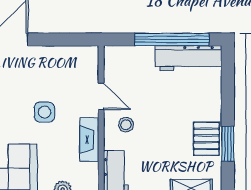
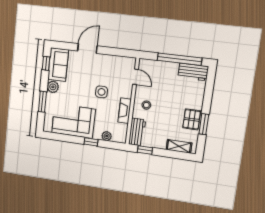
workbench: (188, 58) -> (193, 72), width x0.73
door: (101, 96) -> (136, 77), moved

